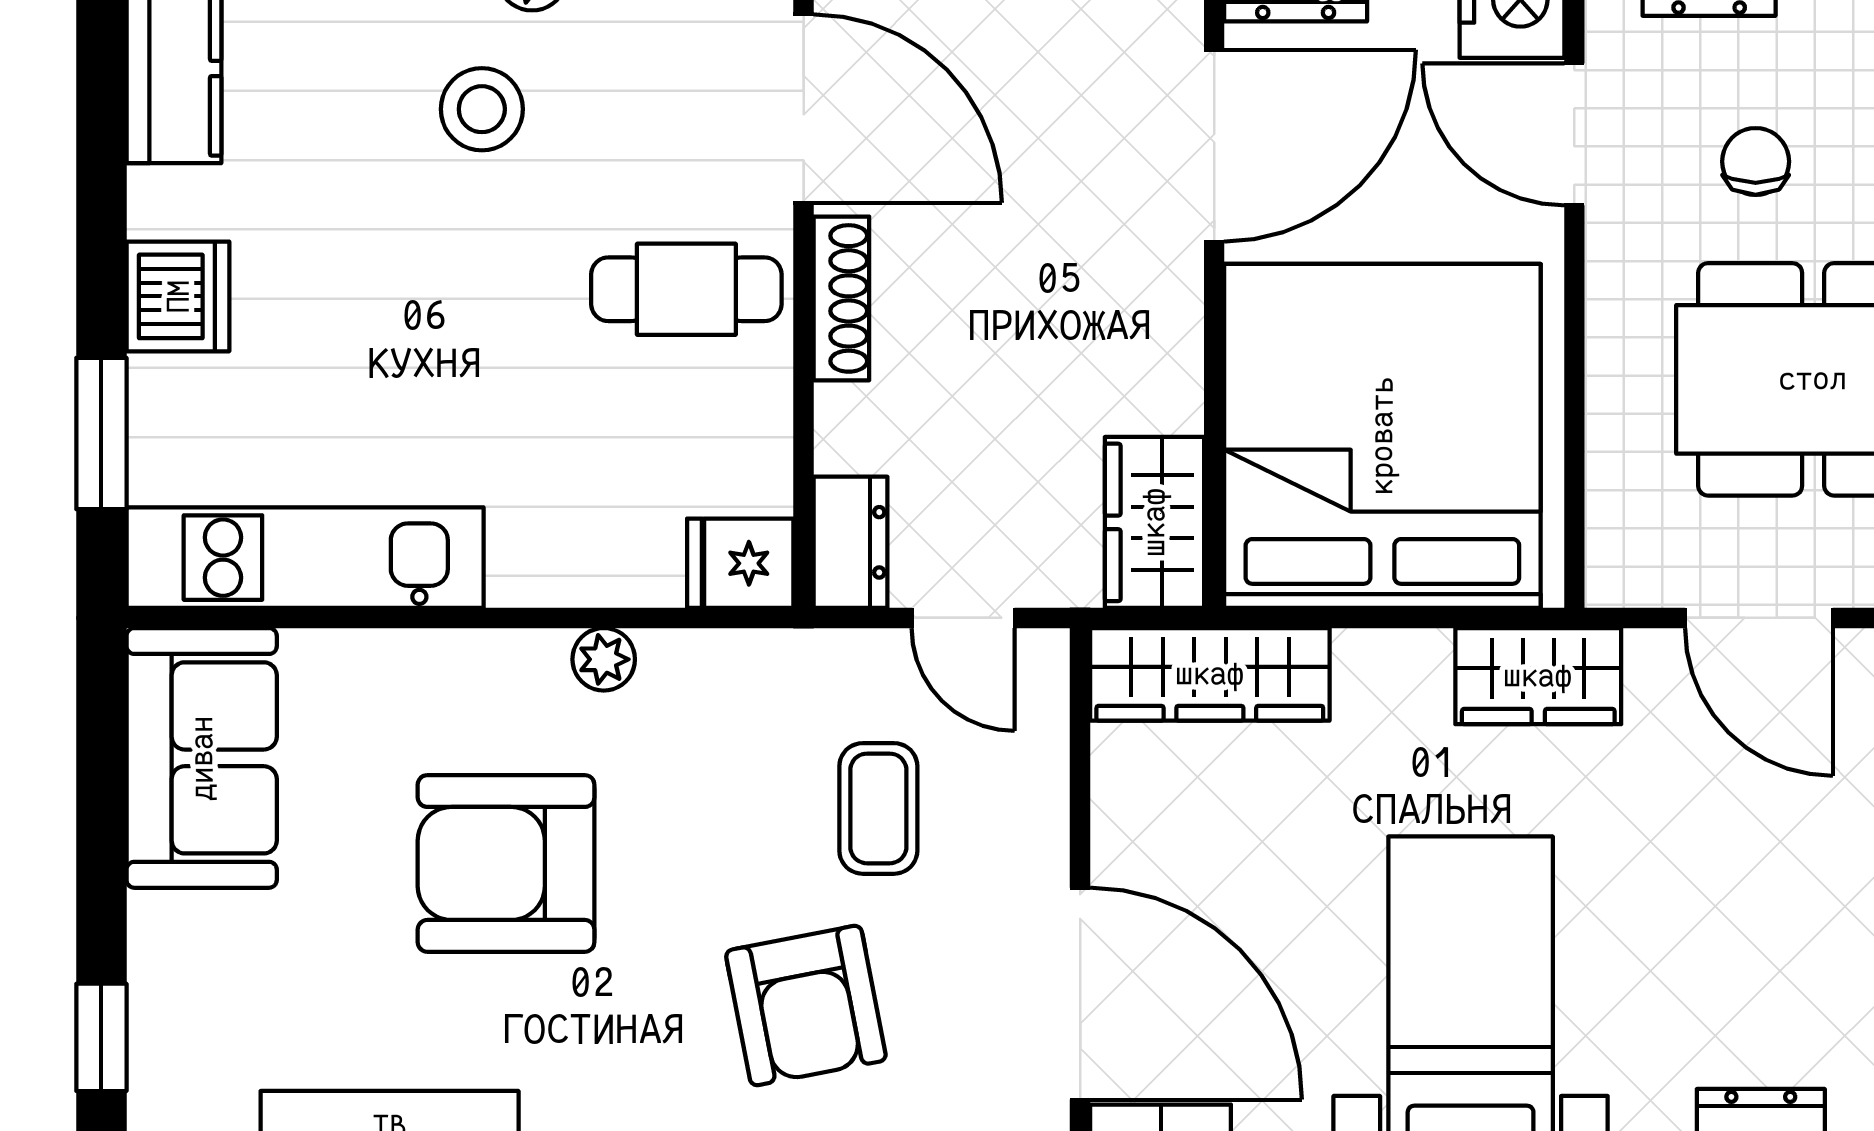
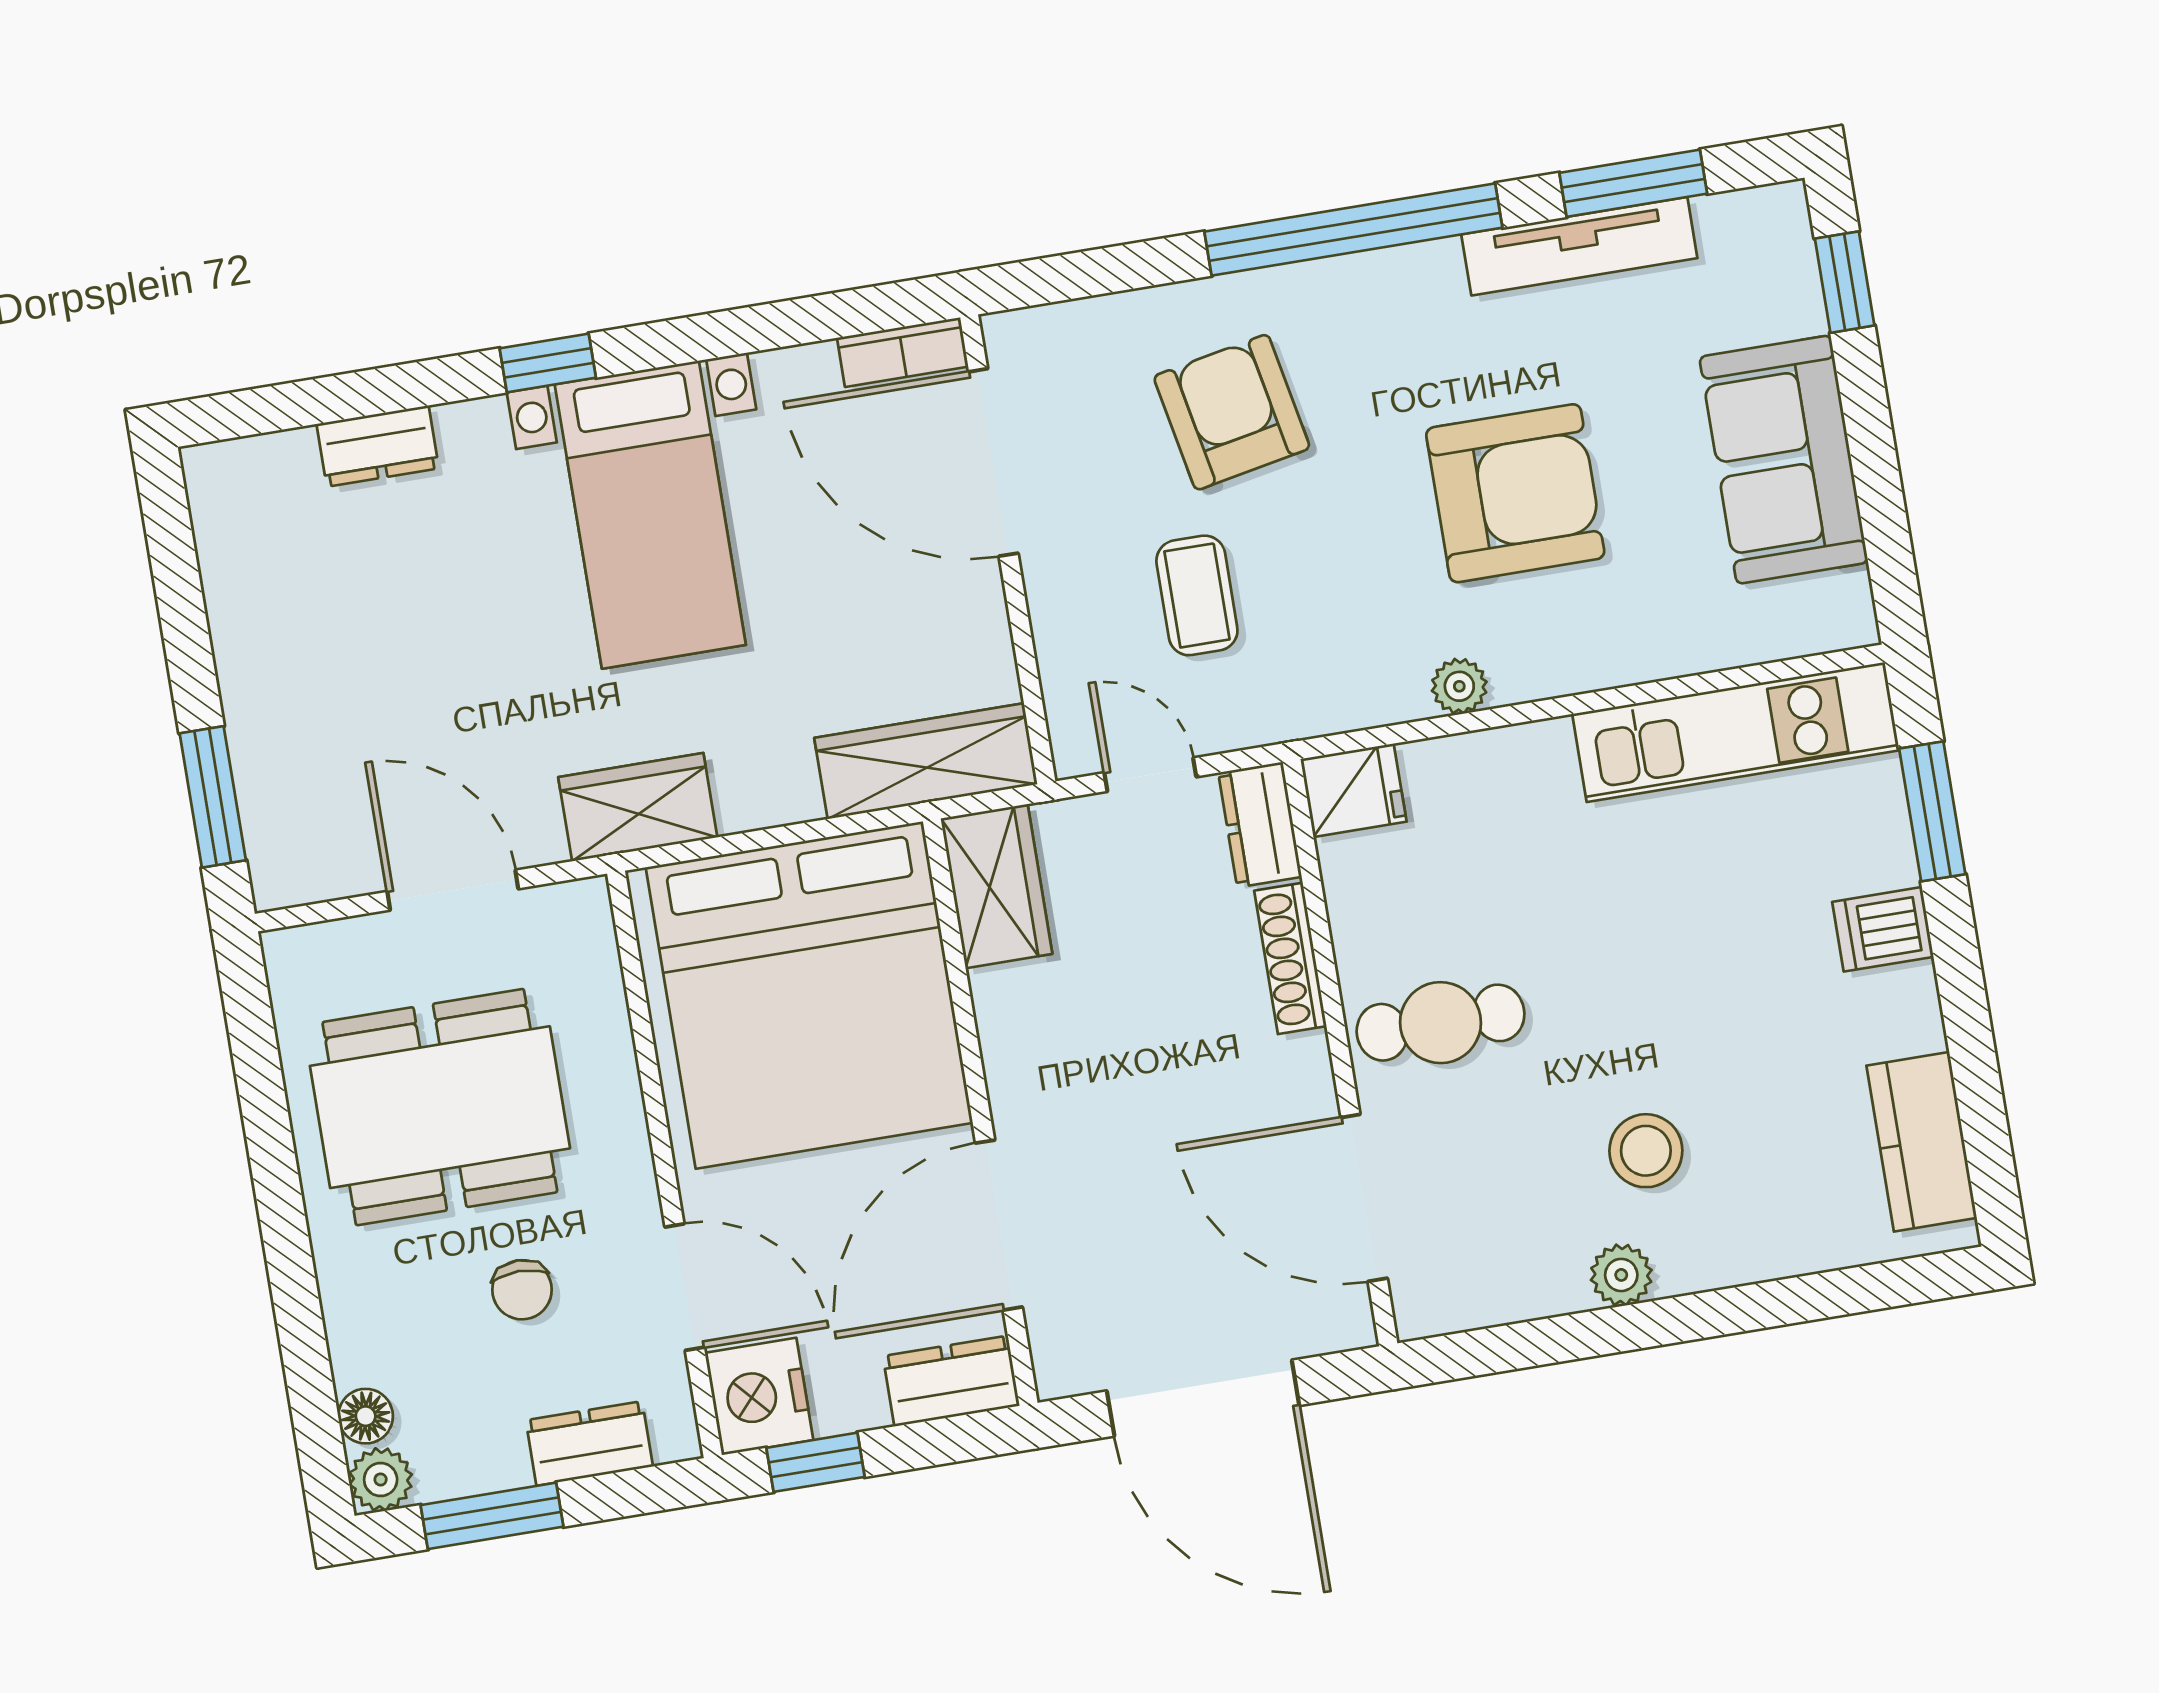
dishwasher: (178, 296) -> (1883, 929), width x0.73
shoe rack: (841, 298) -> (1290, 958), moved
sofa: (202, 758) -> (1784, 460), moved

